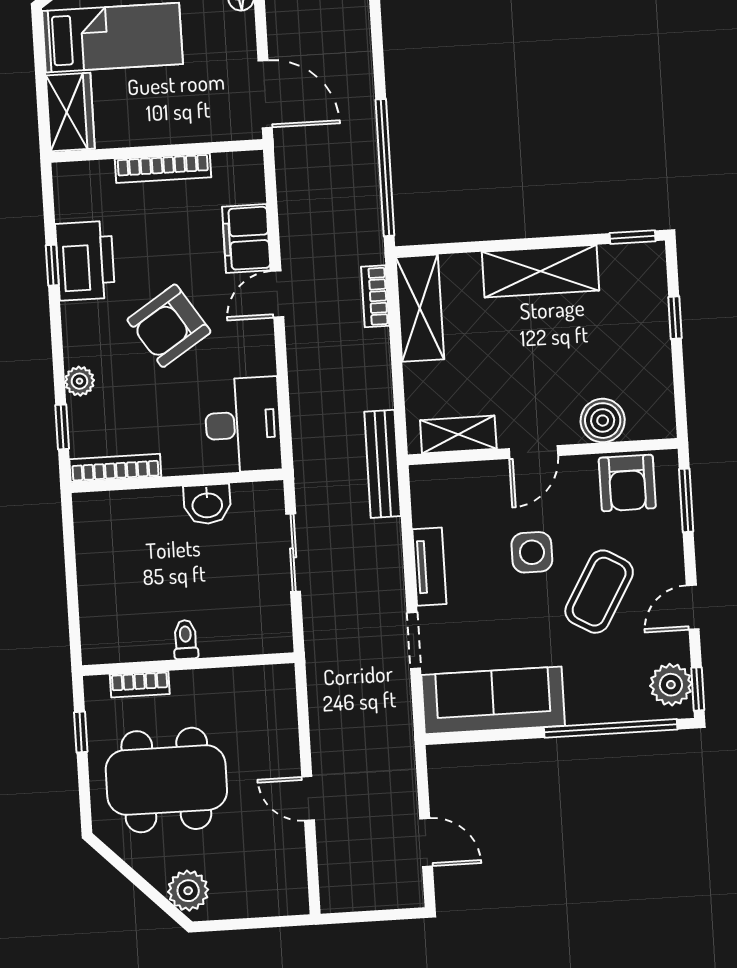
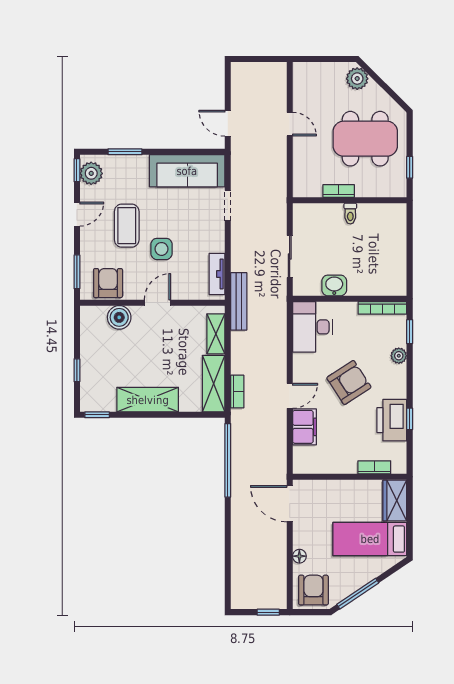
bookcase: (163, 168) -> (374, 467), moved, width x0.64
shelving: (458, 435) -> (216, 334), moved, turned 90
tv unit: (429, 567) -> (217, 274), moved
coffee table: (599, 592) -> (127, 226), turned -30
bookcase: (140, 684) -> (339, 191), moved
window: (611, 728) -> (125, 152), width x0.47
door: (426, 842) -> (228, 123), moved

